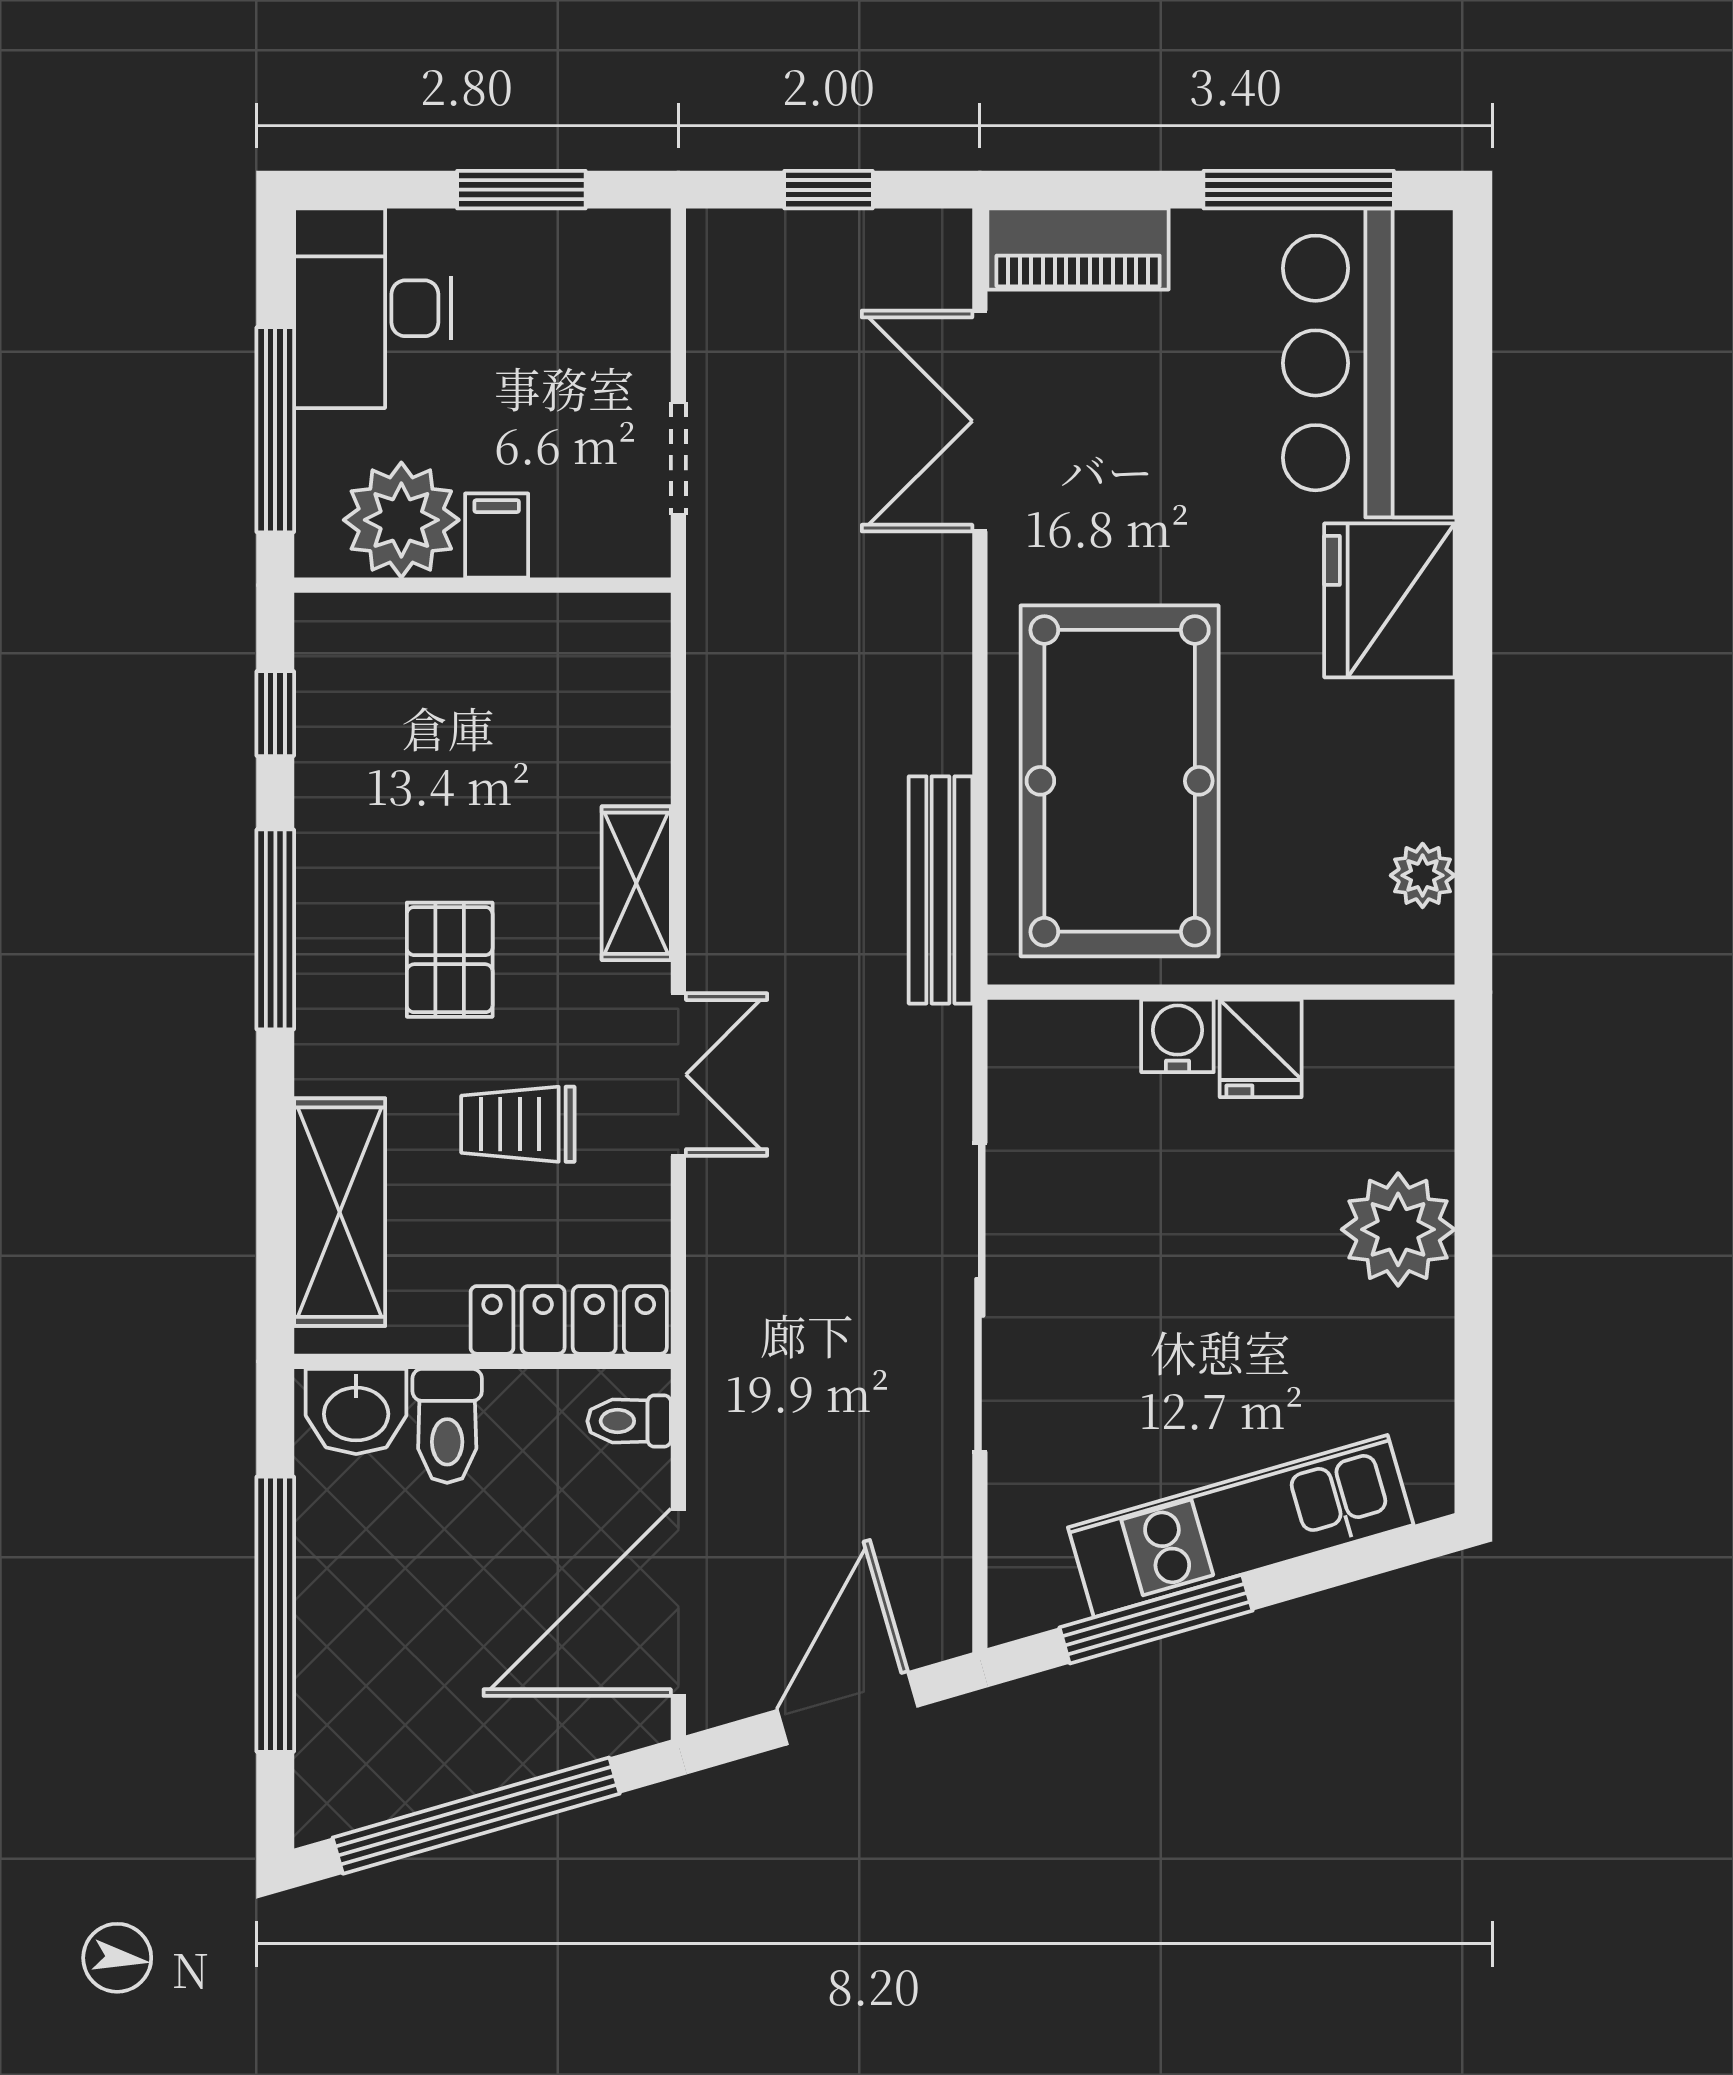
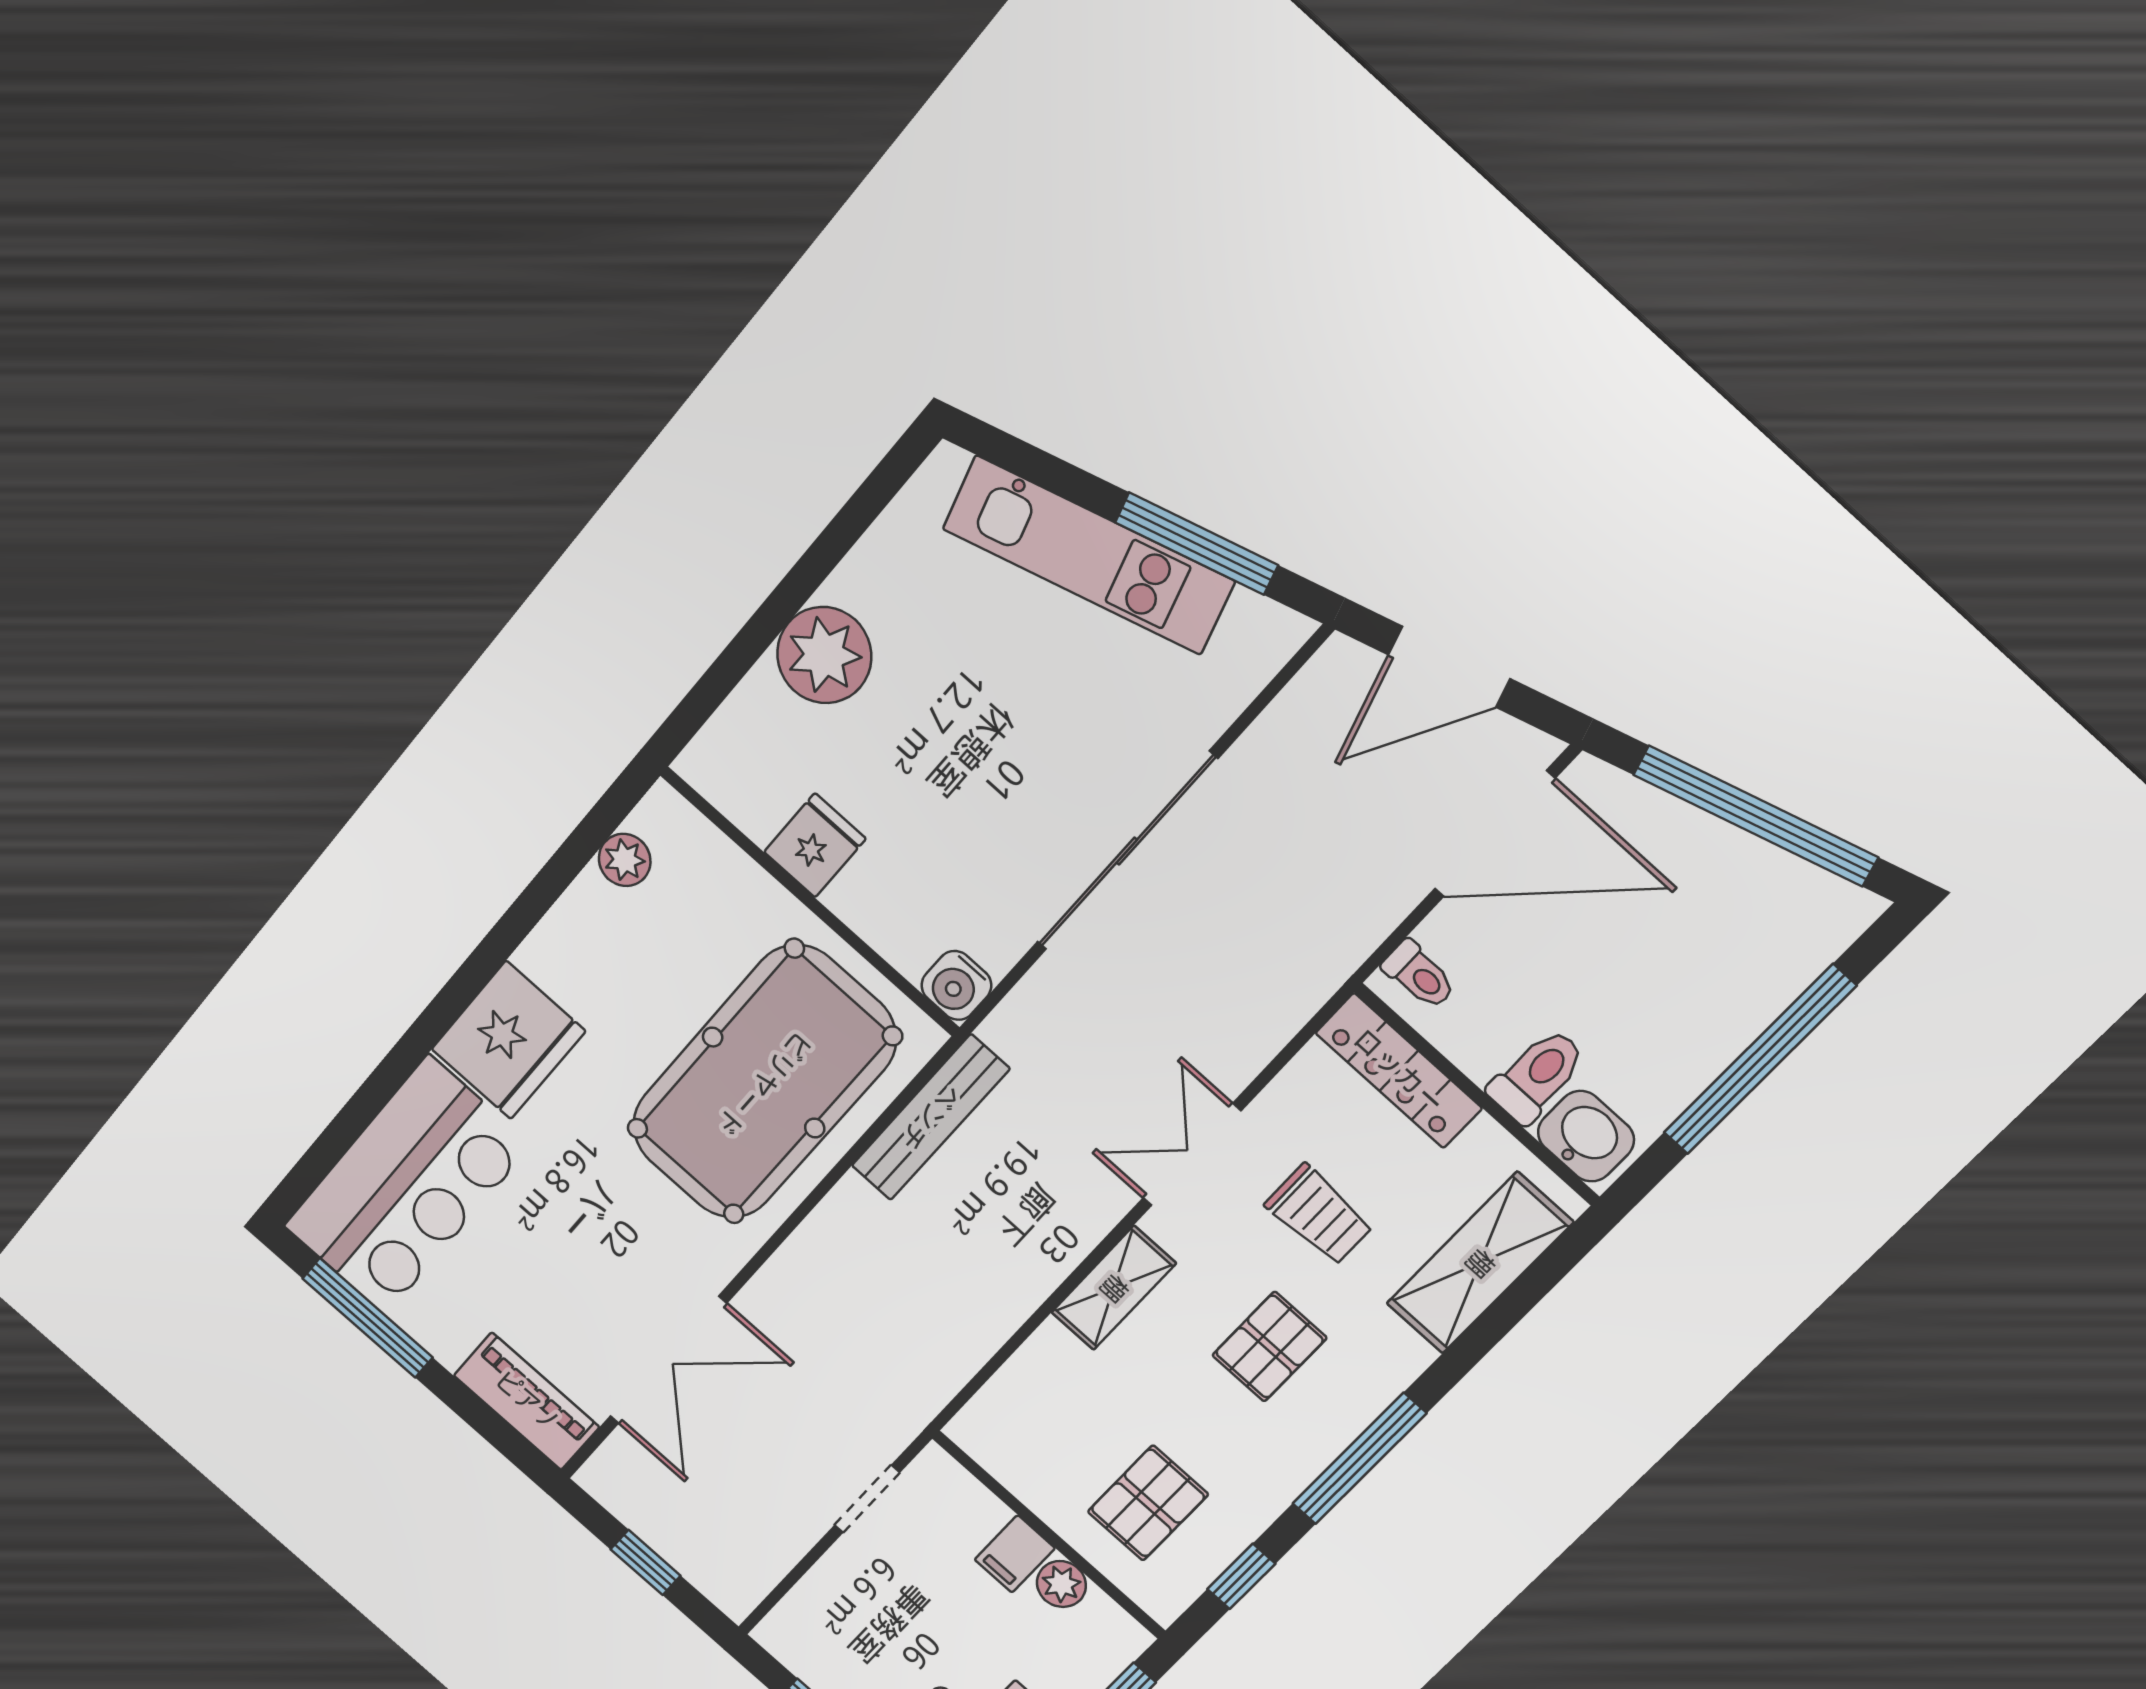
plant: (401, 520) -> (1061, 1584), width x0.53, depth x0.53
pallet: (422, 704) -> (1148, 1503), added
water cooler: (1177, 1036) -> (956, 985), moved

